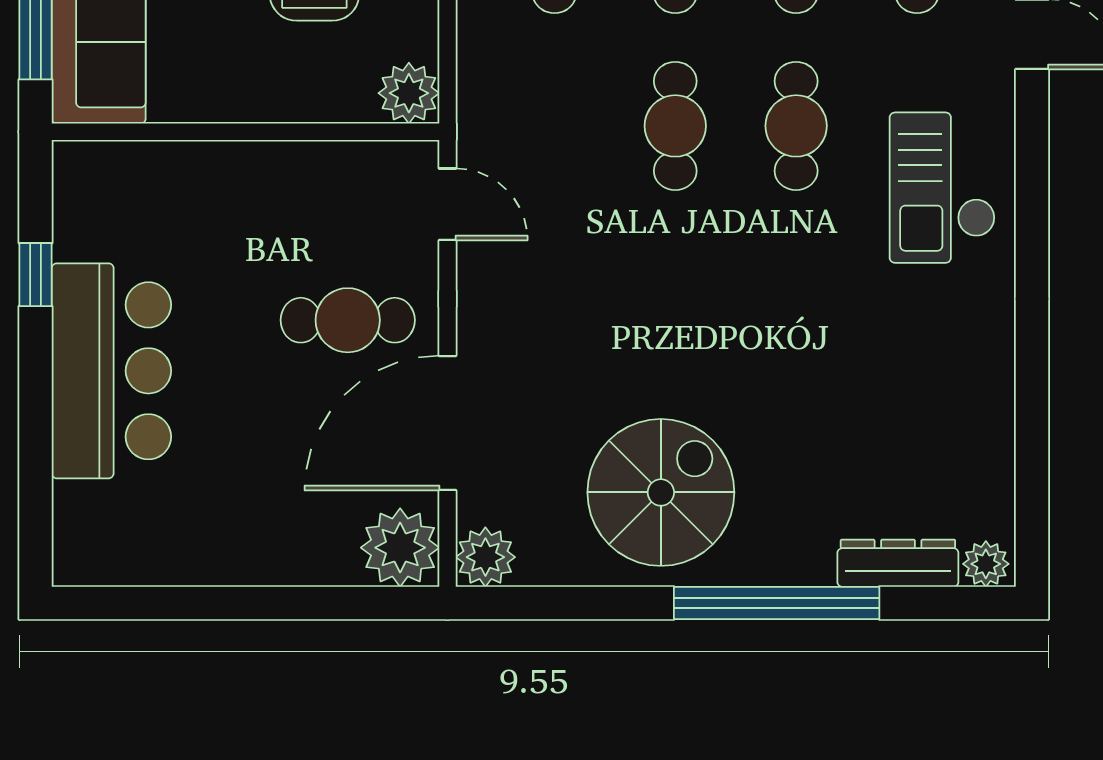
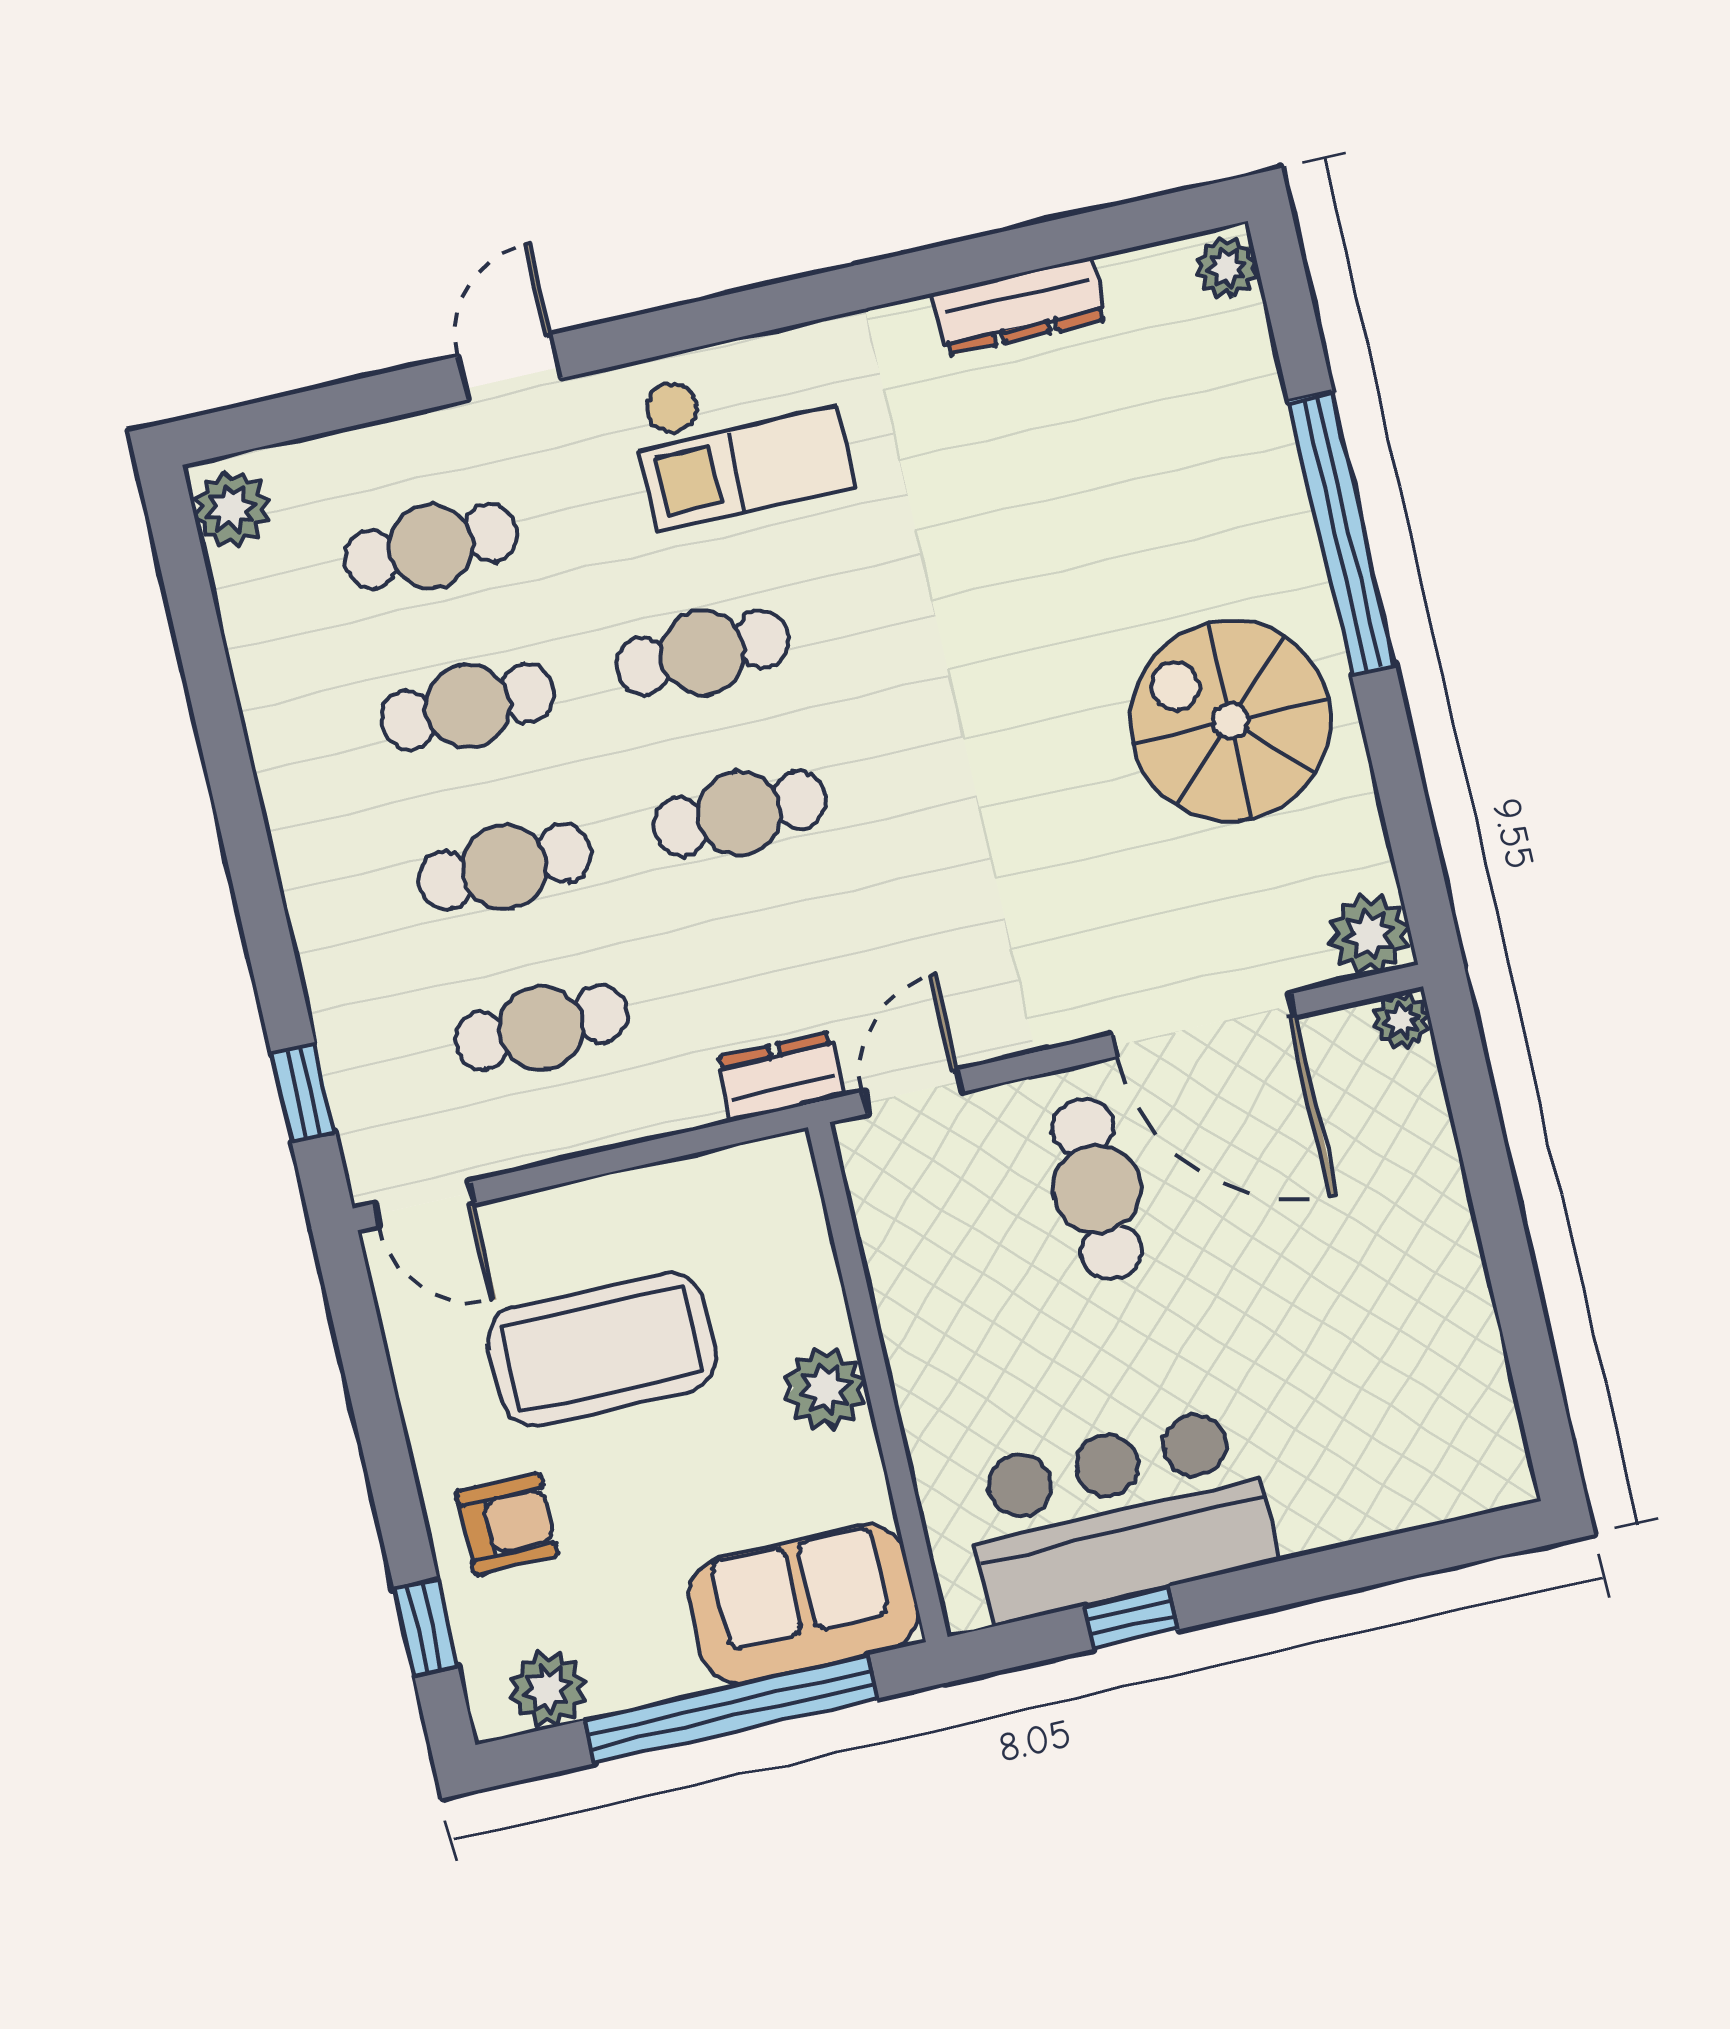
plant: (409, 93) -> (825, 1389), moved
dresser: (480, 112) -> (780, 1077), added
bar counter: (111, 371) -> (1119, 1514), moved
plant: (400, 548) -> (1402, 1020), width x0.53, depth x0.53
dresser: (898, 563) -> (1020, 306), moved, turned -90

